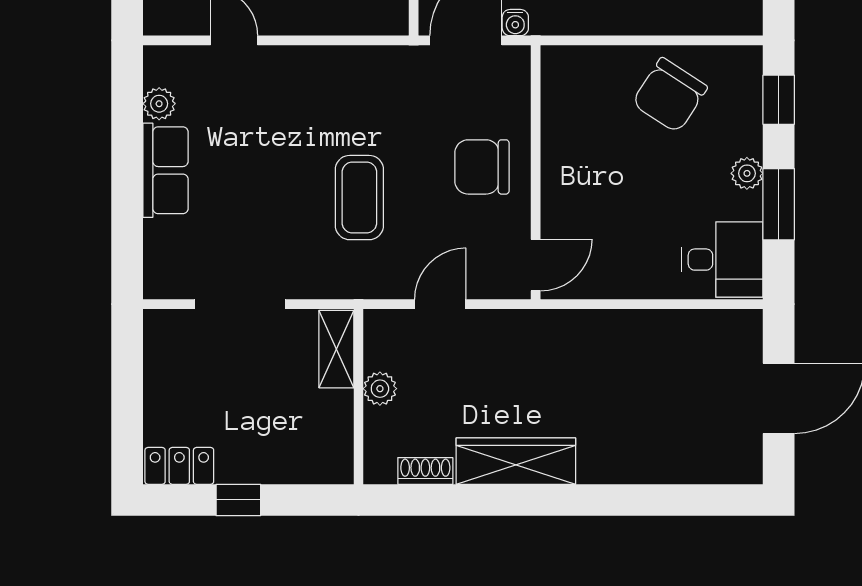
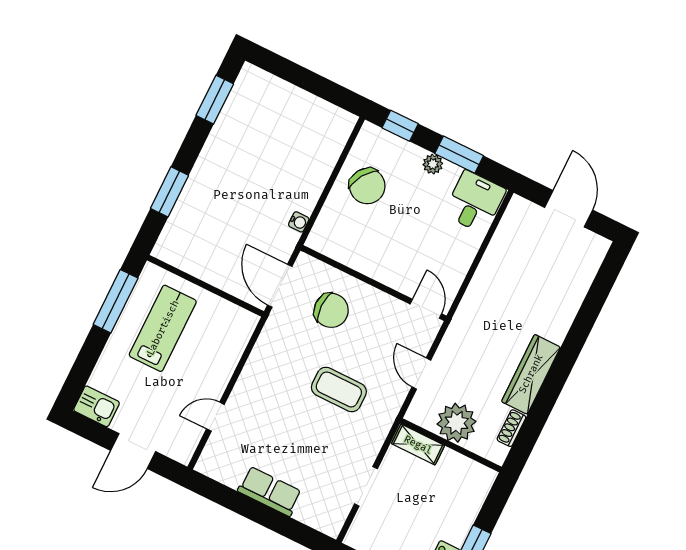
water cooler: (515, 23) -> (299, 222), moved
plant: (159, 104) -> (230, 476), removed
chair: (482, 167) -> (331, 310), moved, turned -90
doorway: (240, 304) -> (366, 486), width x0.73
plant: (380, 389) -> (456, 423), width x1.87, depth x1.87

